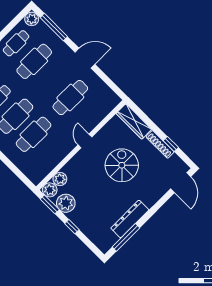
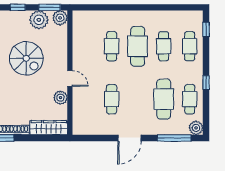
cafe table: (70, 98) -> (112, 99), width x0.73, depth x0.74
cafe table: (34, 134) -> (112, 46), width x0.73, depth x0.74
spiral stairs: (122, 165) -> (26, 58), moved
plant: (60, 179) -> (60, 98), moved

